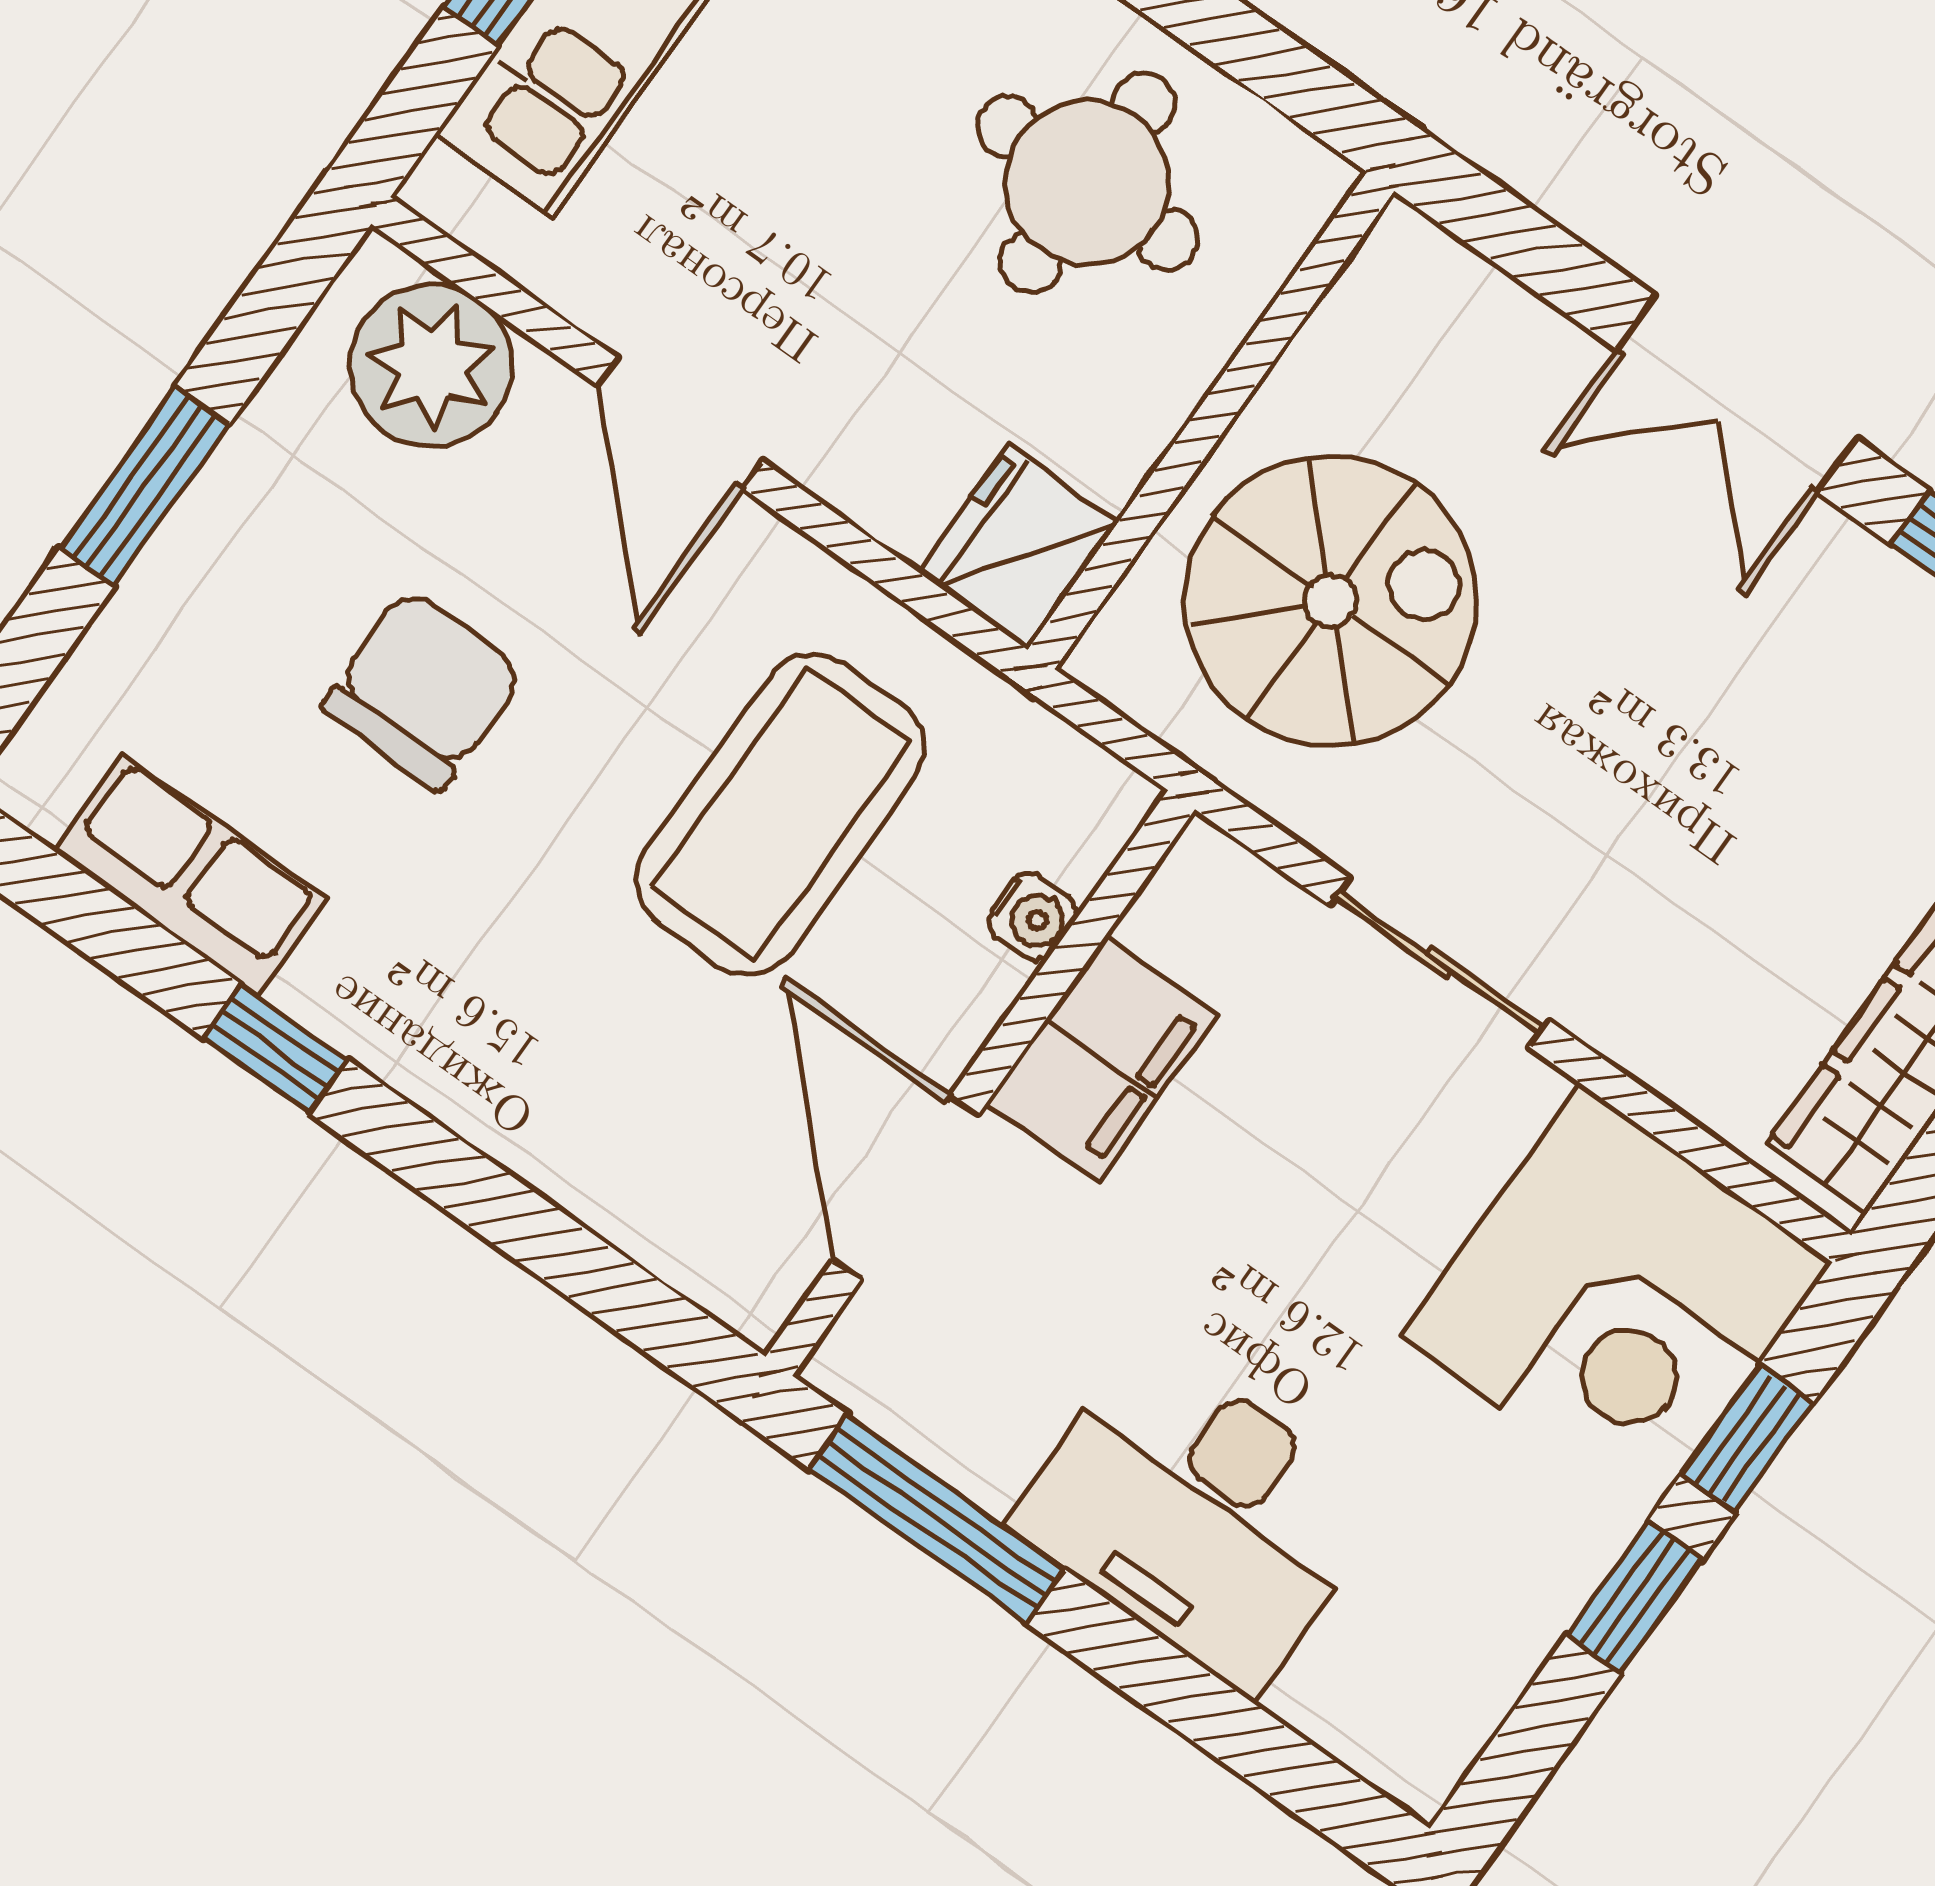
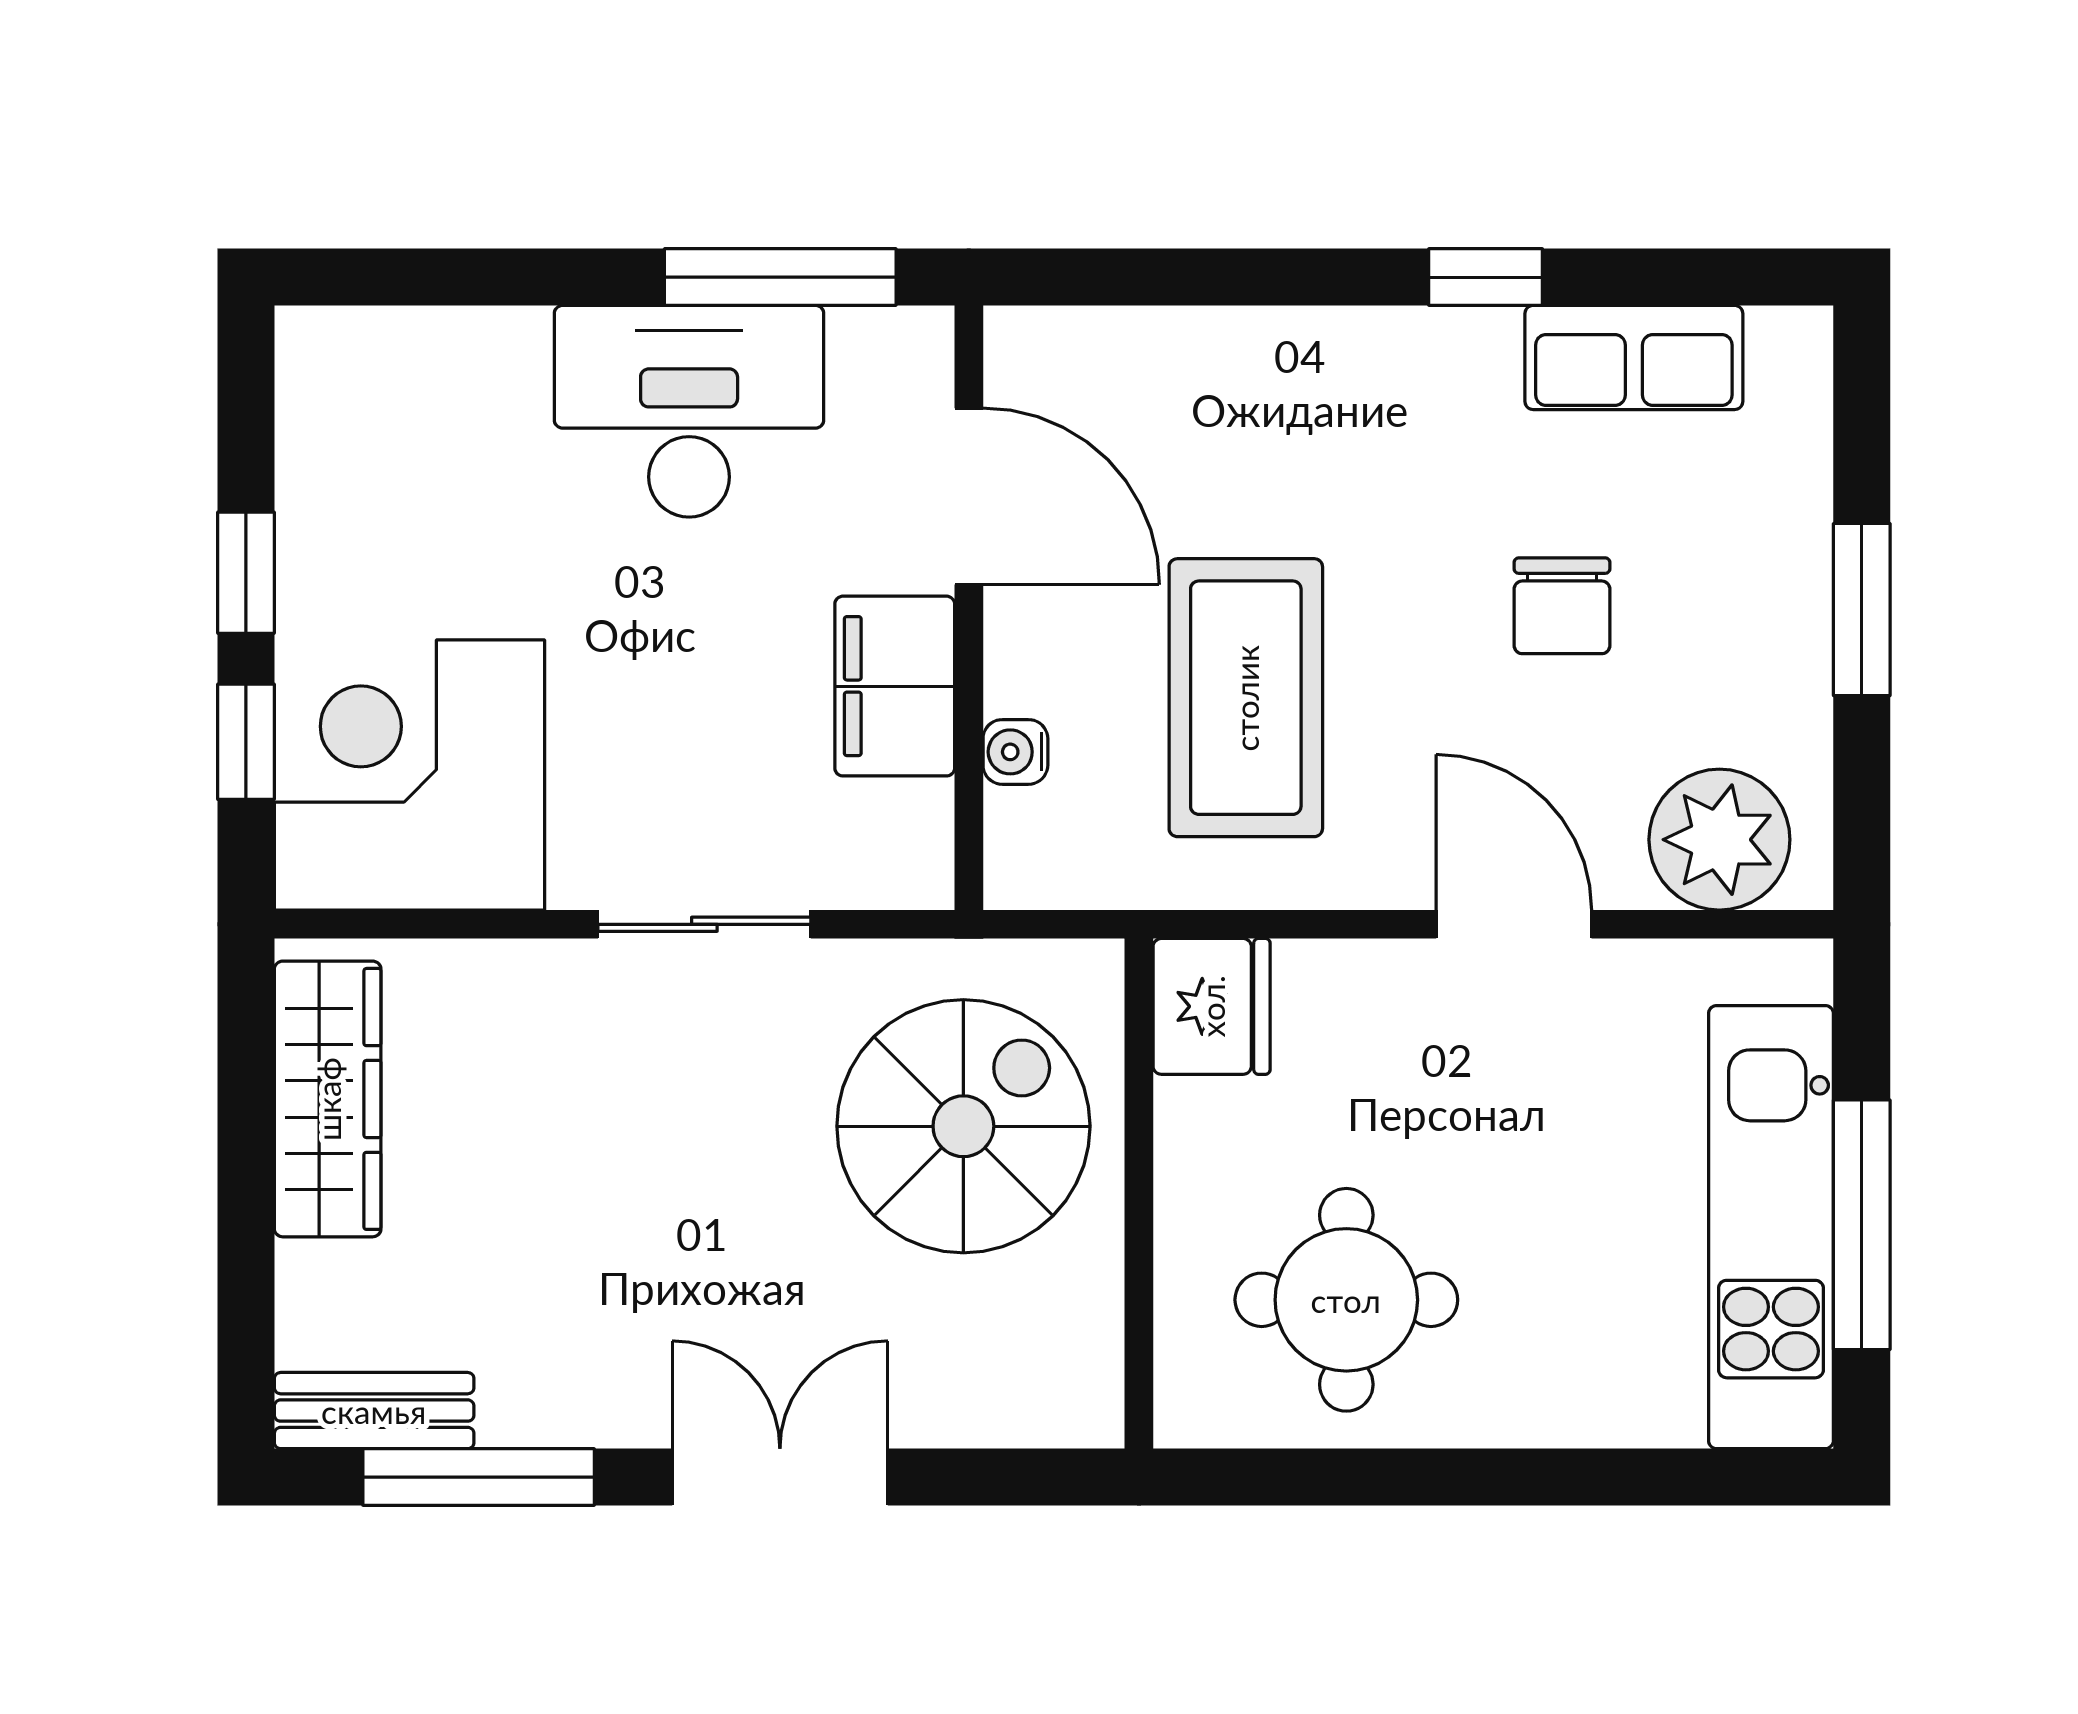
spiral stairs: (1331, 601) -> (963, 1126), turned 180
chair: (423, 690) -> (1562, 606), width x0.73, depth x0.73
desk: (1198, 1515) -> (689, 411), moved

